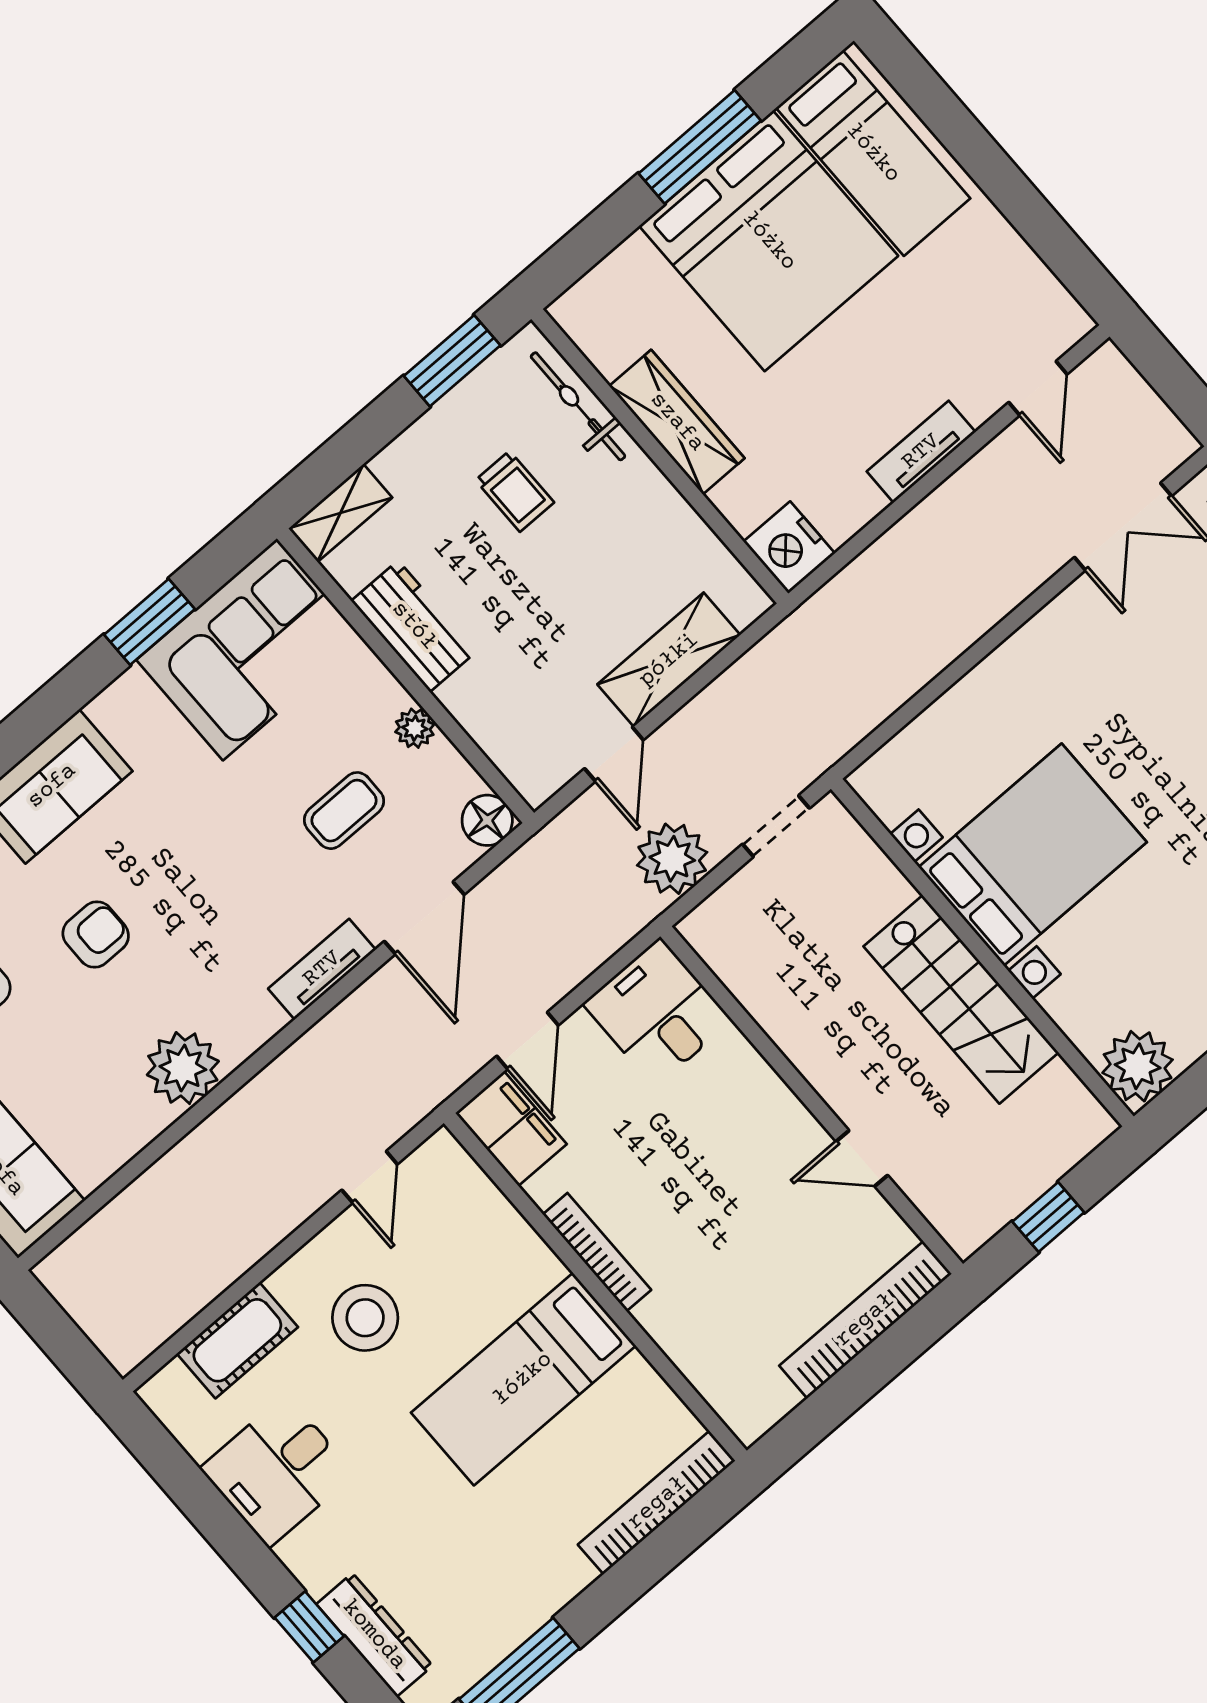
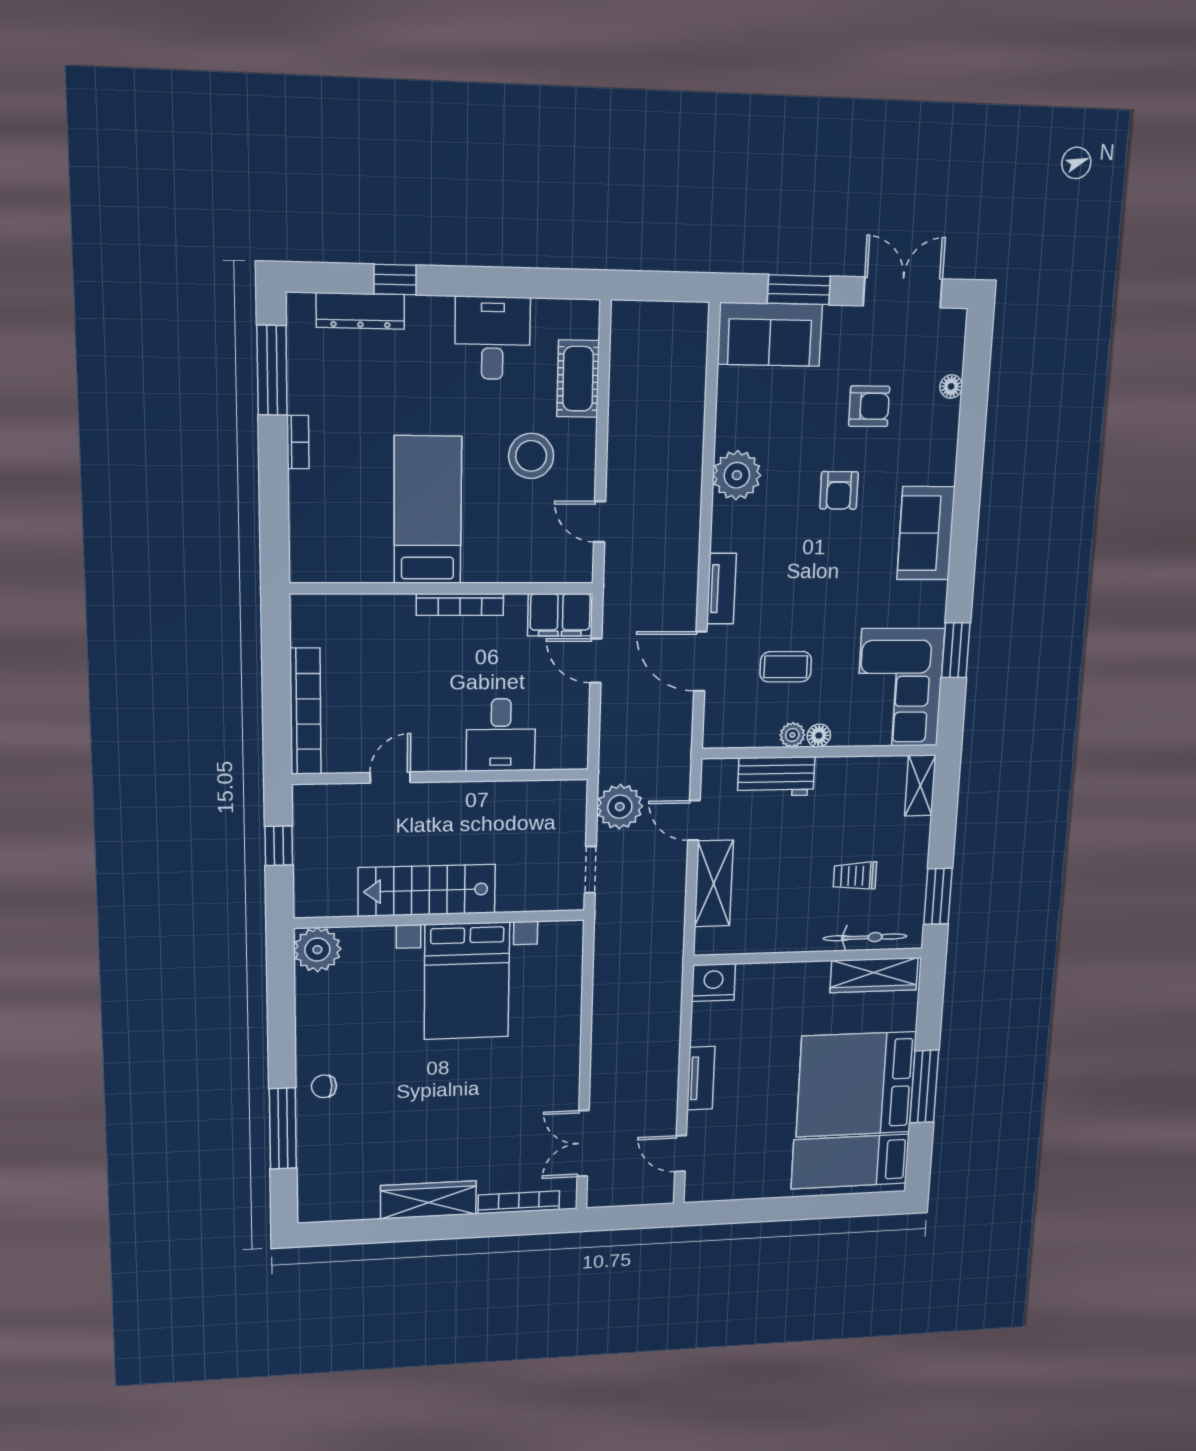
wardrobe: (677, 422) -> (874, 975), moved
workbench: (414, 626) -> (776, 777), moved
coffee table: (344, 811) -> (786, 667), turned 90
floor lamp: (487, 820) -> (819, 736), moved, width x0.73, depth x0.73
desk: (657, 1012) -> (501, 735), moved, turned 90
bookcase: (657, 1503) -> (298, 442), moved, width x0.43, depth x0.76

